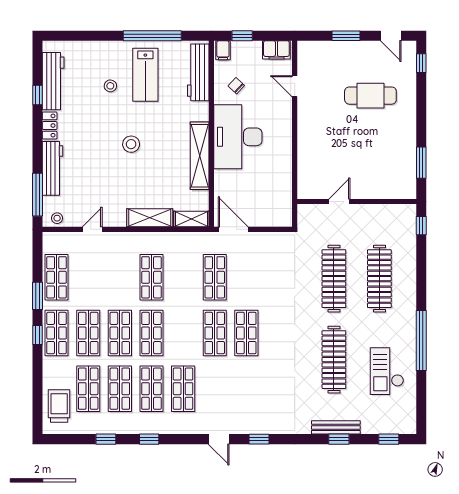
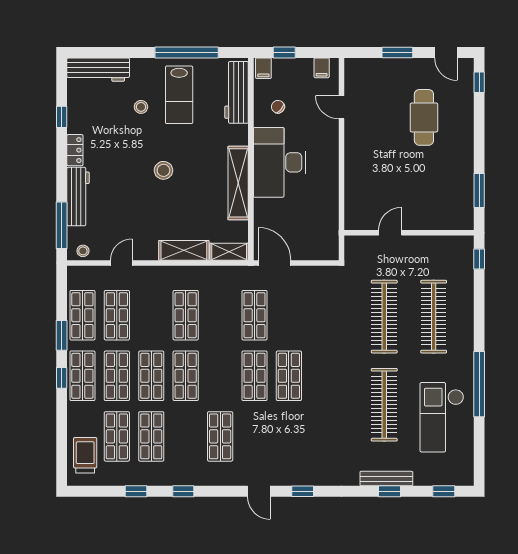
filing cabinet: (276, 50) -> (322, 68), width x0.50
workbench: (53, 81) -> (98, 70), moved, turned 90
cafe table: (370, 96) -> (424, 117), turned 90
checkout: (387, 371) -> (442, 417), width x1.36, depth x1.21
shop shelf: (151, 389) -> (117, 315), moved

